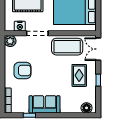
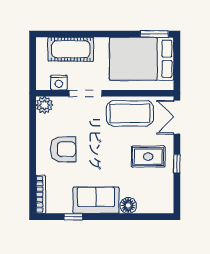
rug: (79, 75) -> (148, 157), turned 90
floor lamp: (87, 108) -> (128, 205), moved

